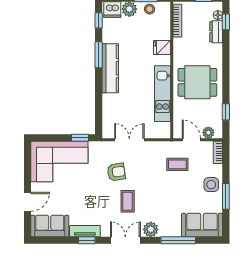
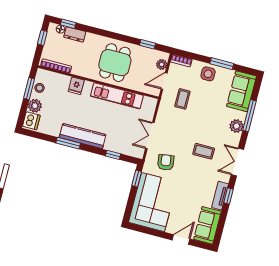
window: (99, 20) -> (113, 155), moved
armchair: (116, 172) -> (166, 162), moved
door: (27, 202) -> (181, 239), hinge flipped
plant: (151, 229) -> (236, 126), moved

